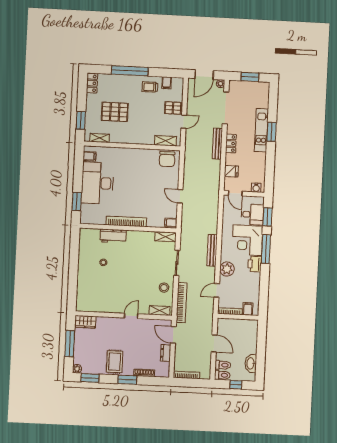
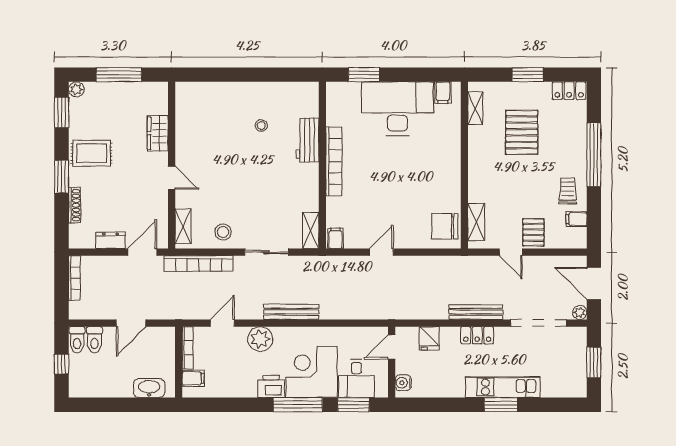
window: (81, 120) -> (528, 75), moved
door: (217, 290) -> (222, 323), hinge flipped
wardrobe: (85, 322) -> (158, 133), moved
washbasin: (251, 363) -> (149, 388), moved

